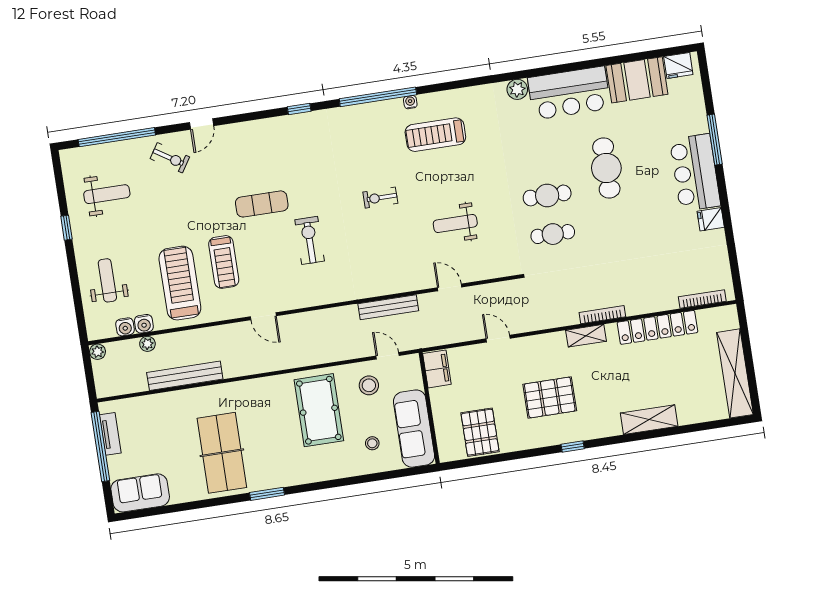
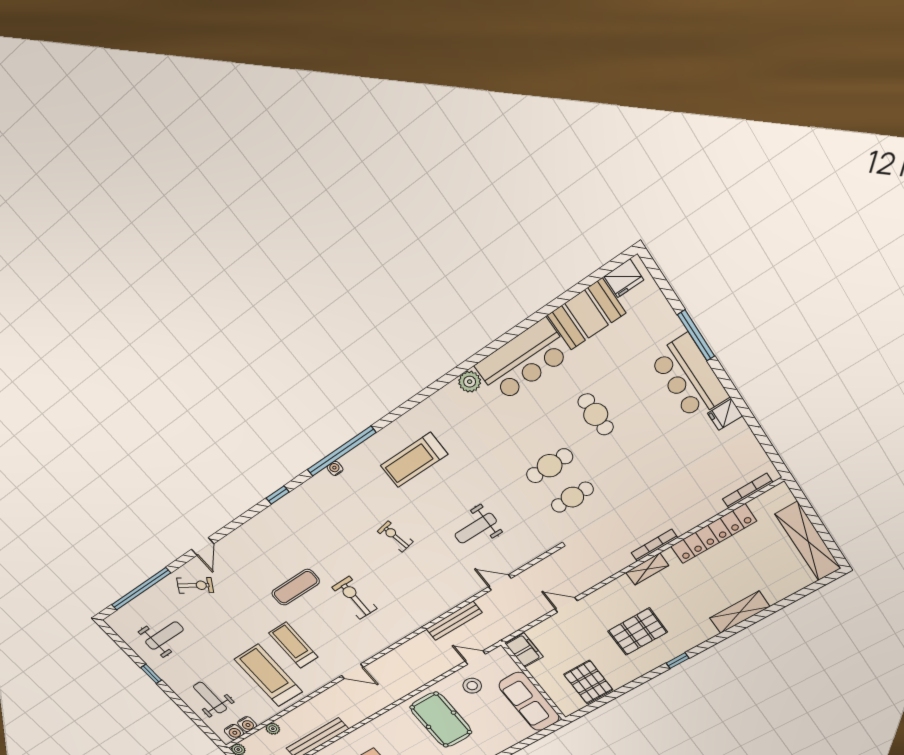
water cooler: (410, 102) -> (335, 468), moved
cafe table: (606, 168) -> (596, 414), width x0.73, depth x0.74
exercise bike: (380, 198) -> (395, 537), turned 79
treadmill: (224, 262) -> (293, 645), turned 180
water cooler: (144, 324) -> (234, 732), moved
stool: (372, 443) -> (500, 726), removed

